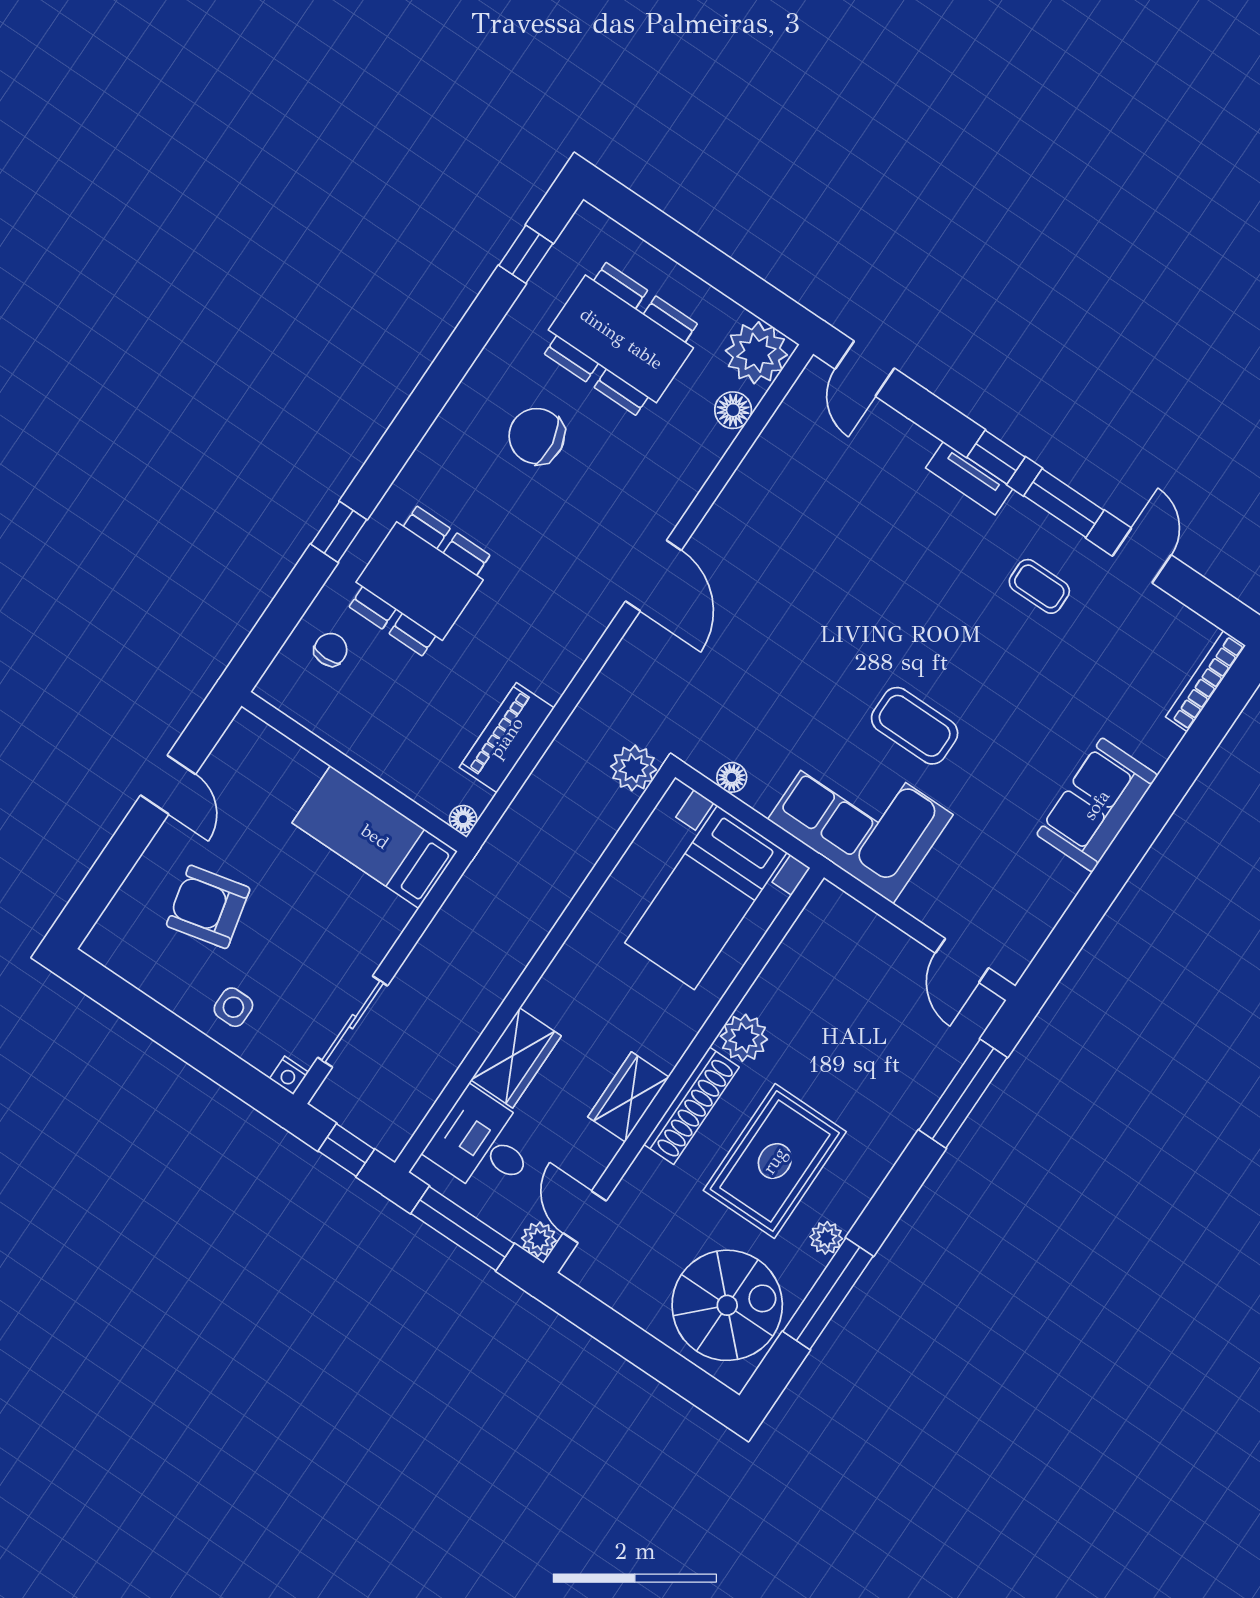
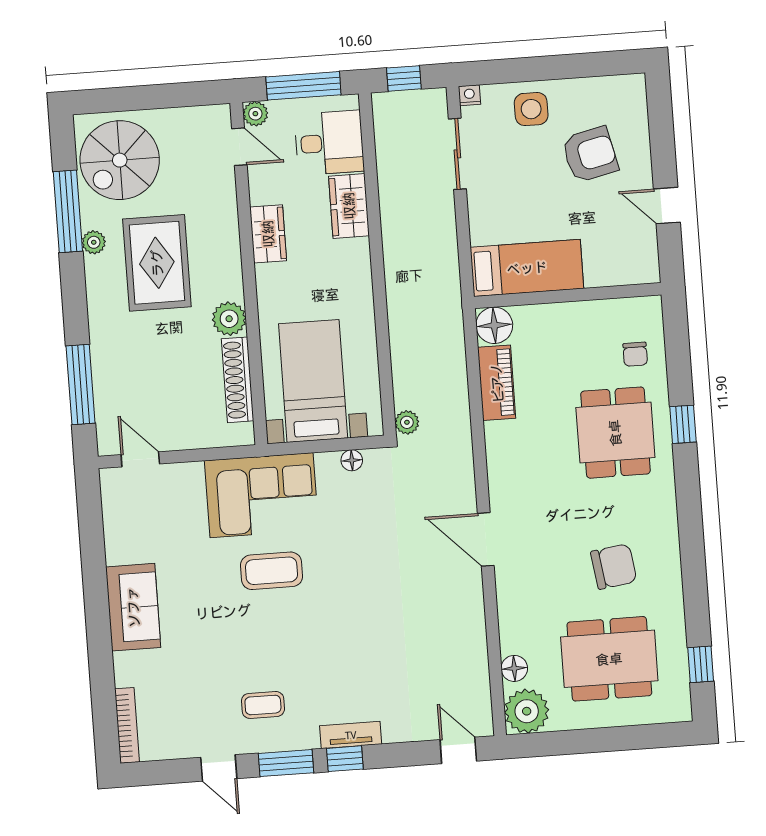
plant: (634, 768) -> (407, 422), width x0.73, depth x0.73
floor lamp: (463, 819) -> (494, 325), width x1.89, depth x1.89
side table: (233, 1007) -> (531, 109), width x1.37, depth x1.37
shoe rack: (691, 1106) -> (238, 380), moved

